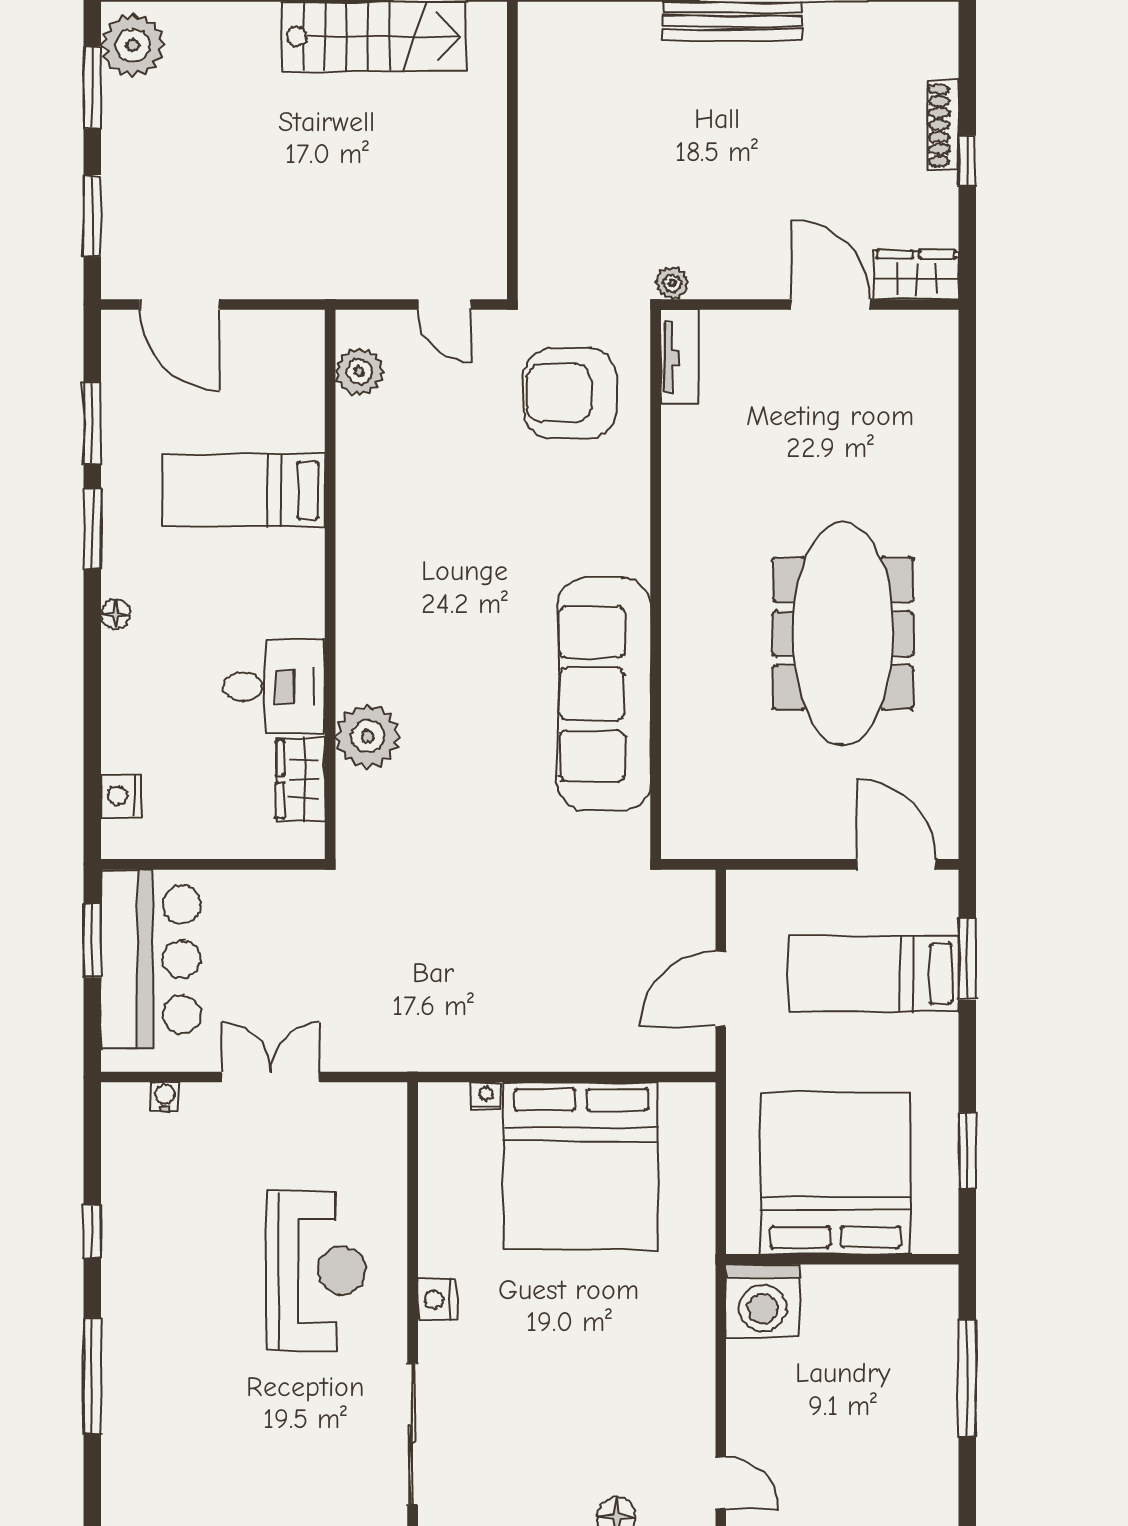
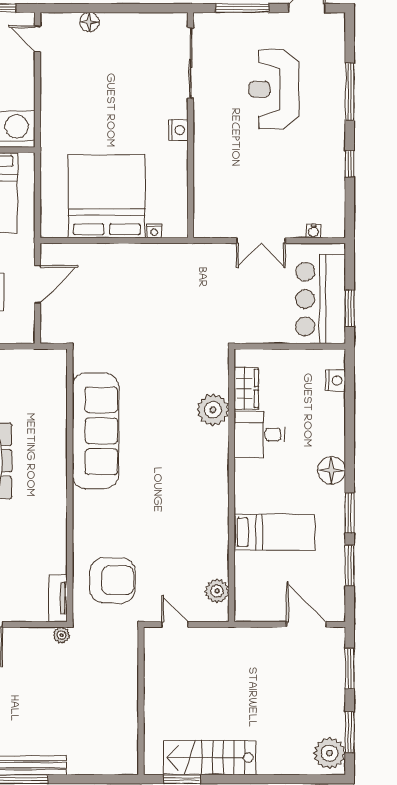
floor lamp: (116, 614) -> (332, 470), width x1.89, depth x1.89
reception desk: (316, 1271) -> (274, 89), moved

